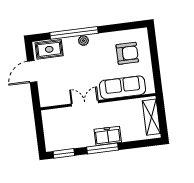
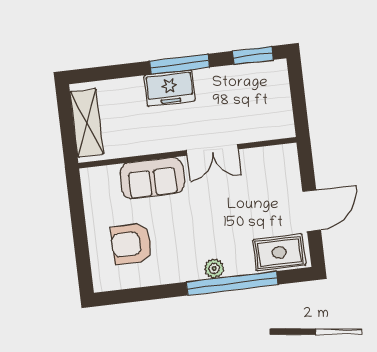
sofa: (123, 87) -> (152, 178), width x0.73

